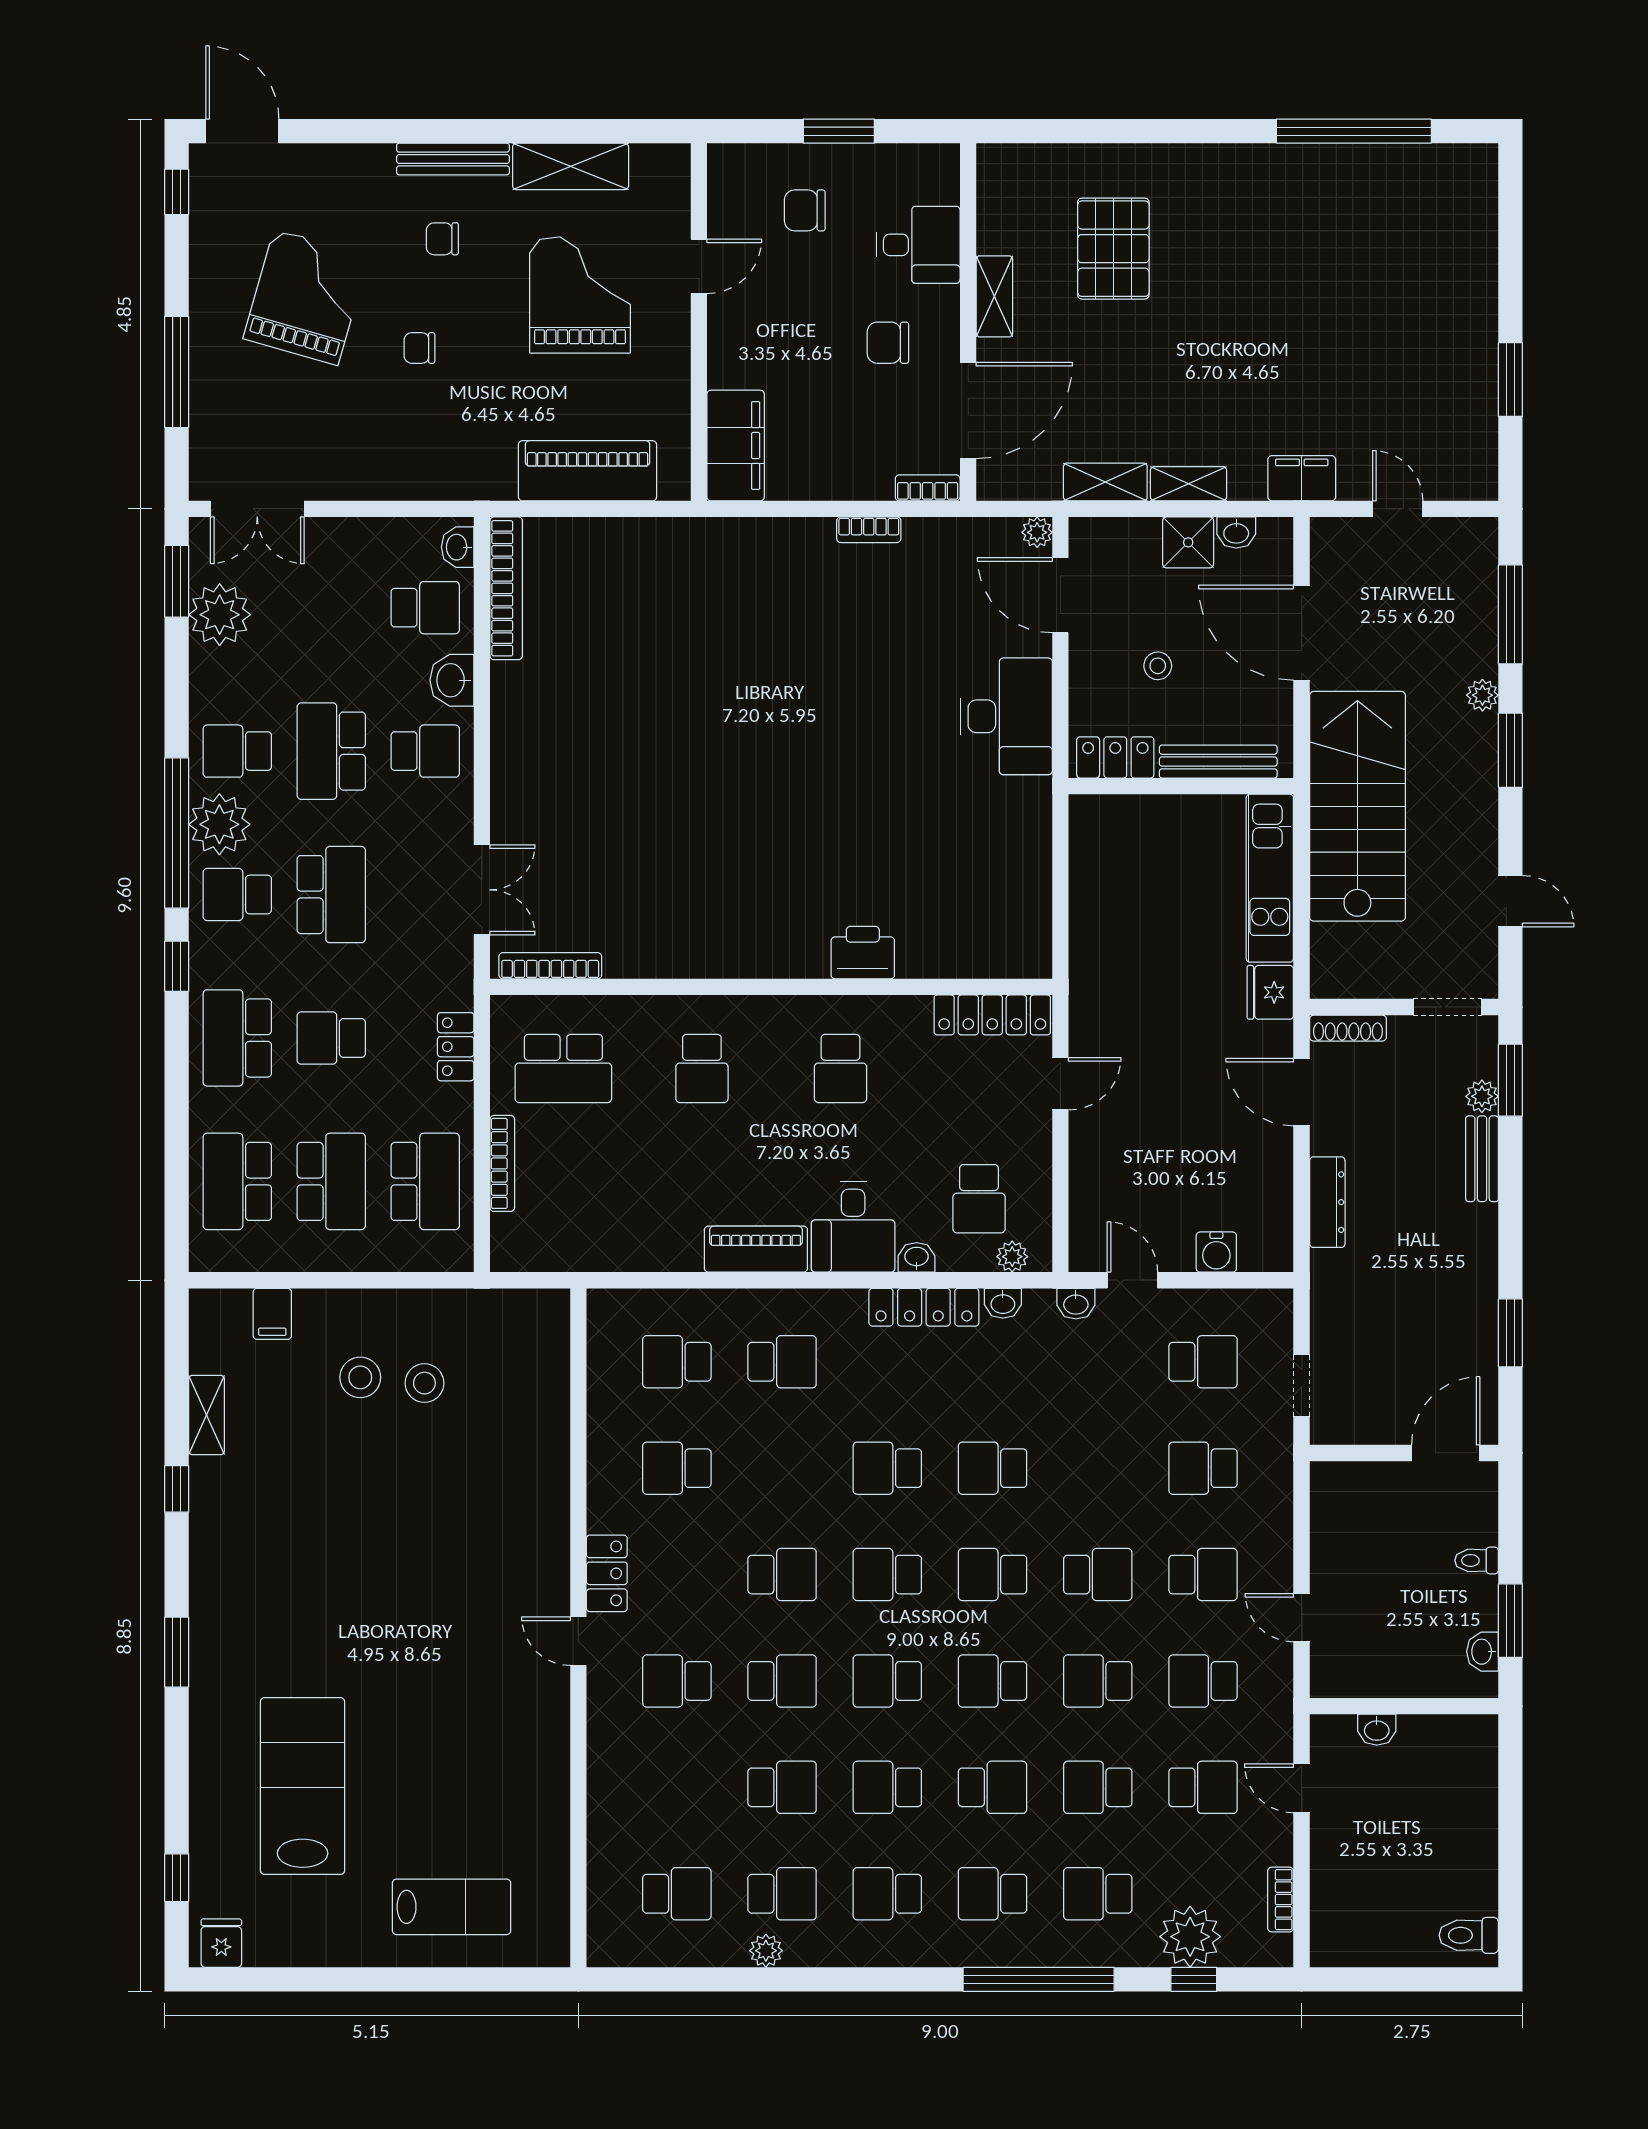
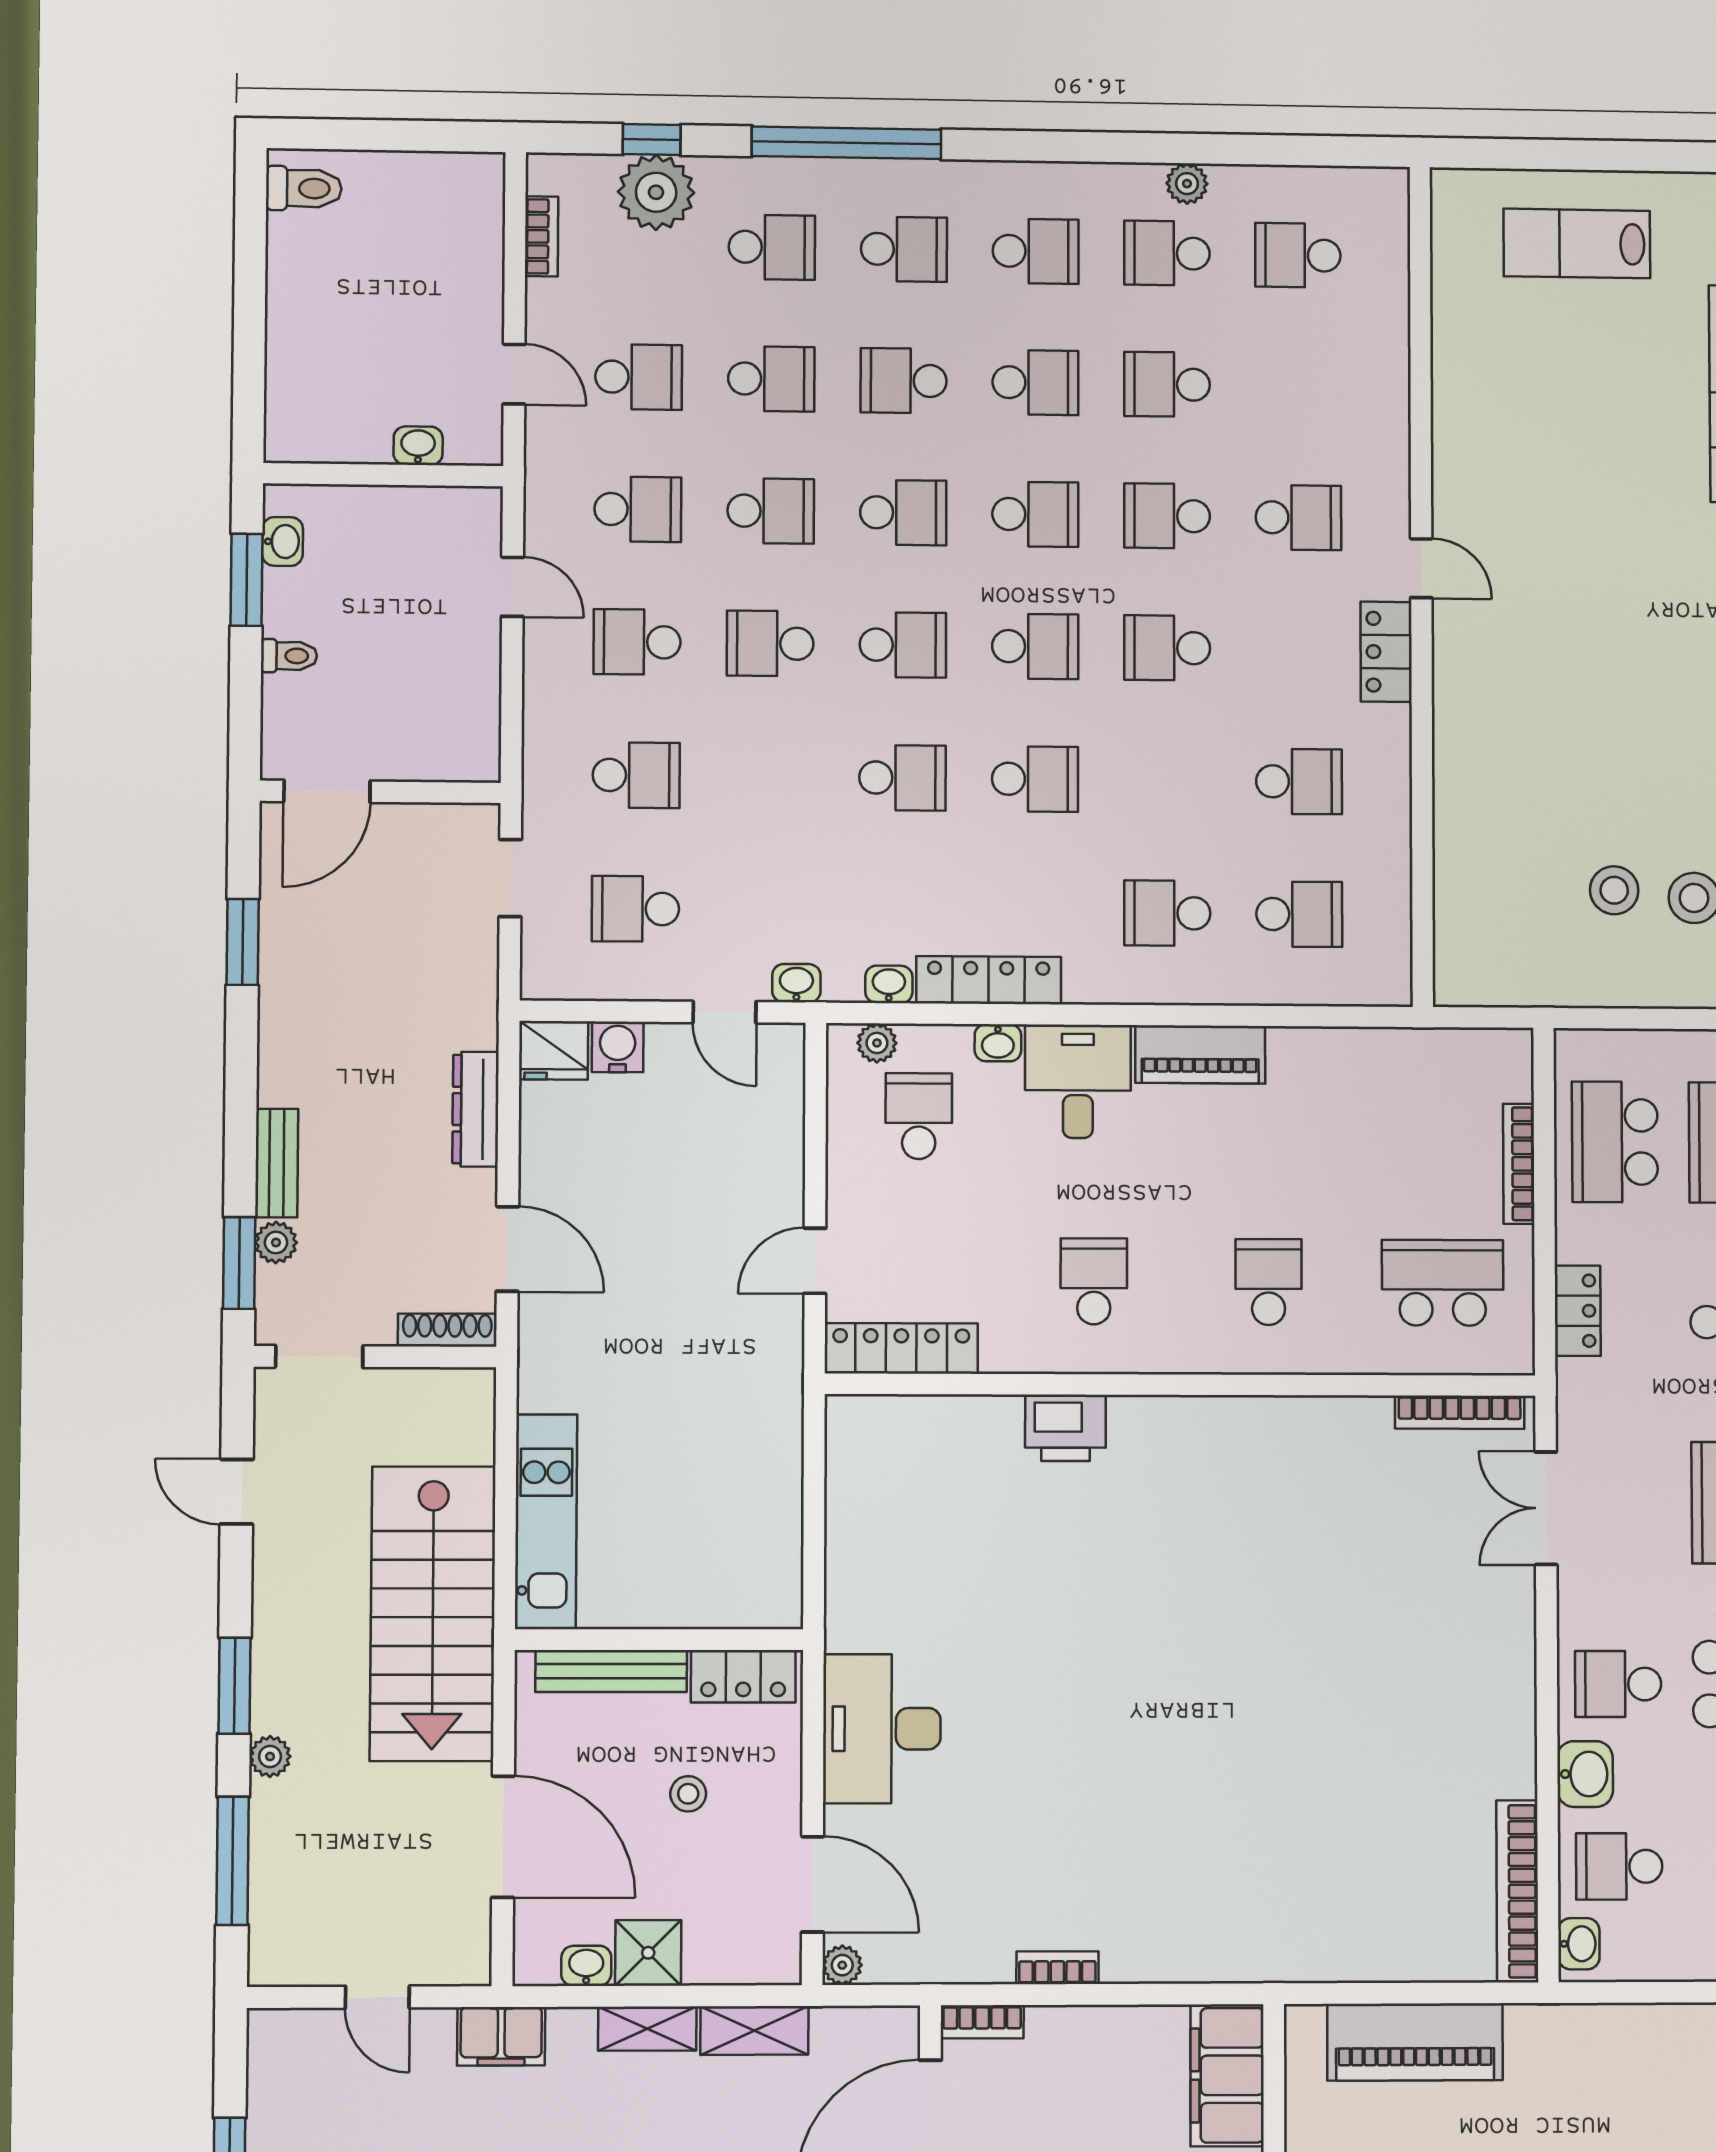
fridge: (1270, 992) -> (554, 1050), moved, turned 90
school desk: (1203, 1787) -> (639, 377), turned 180

